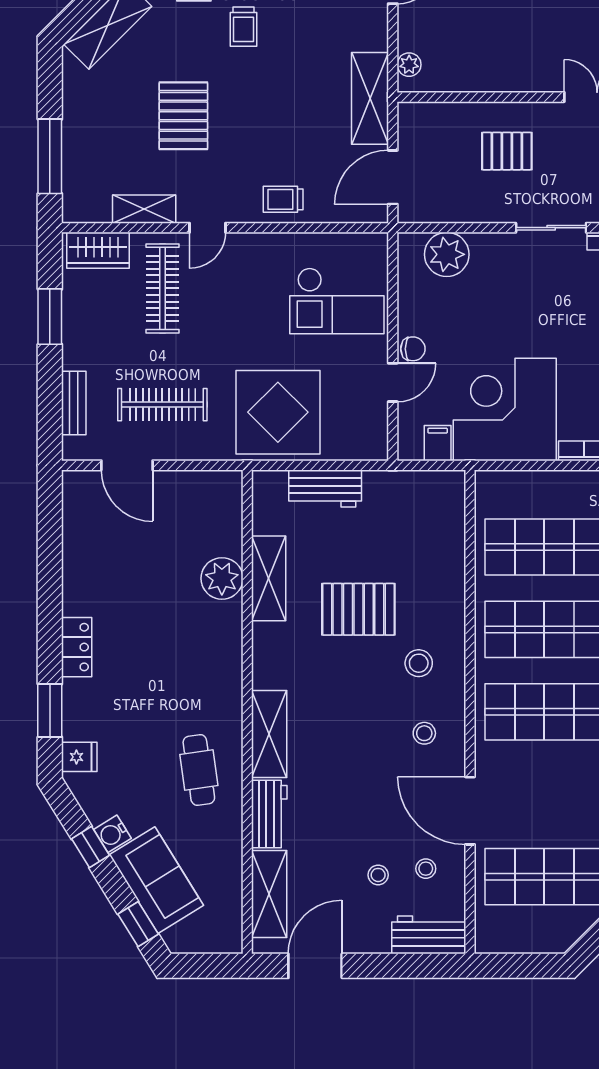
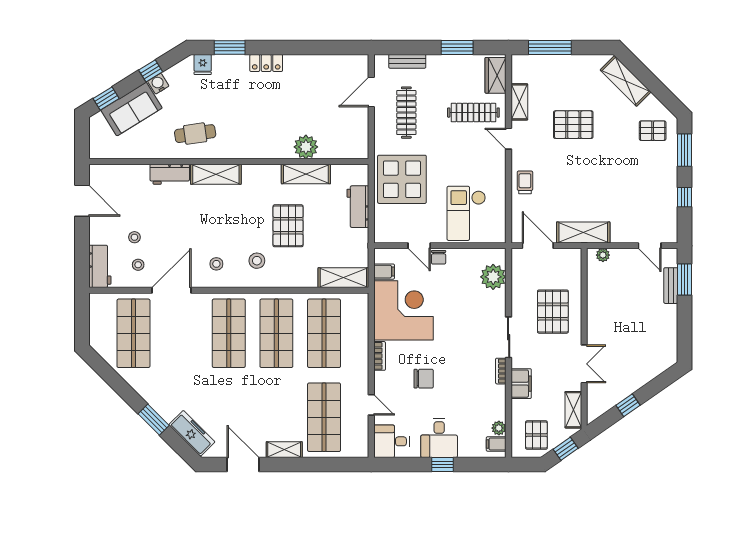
trolley: (243, 27) -> (625, 159), removed
pallet: (507, 151) -> (553, 312), width x1.50, depth x1.42
shelving: (269, 894) -> (343, 278), moved

